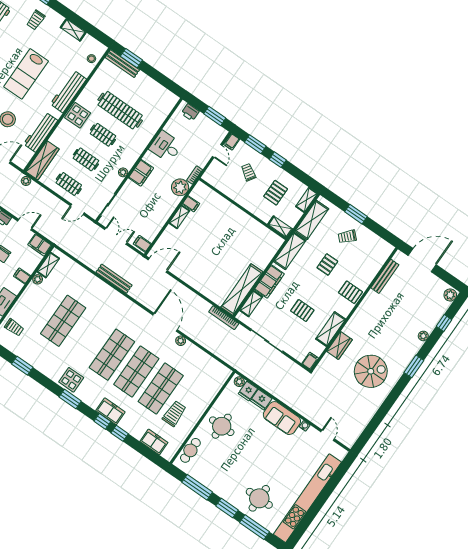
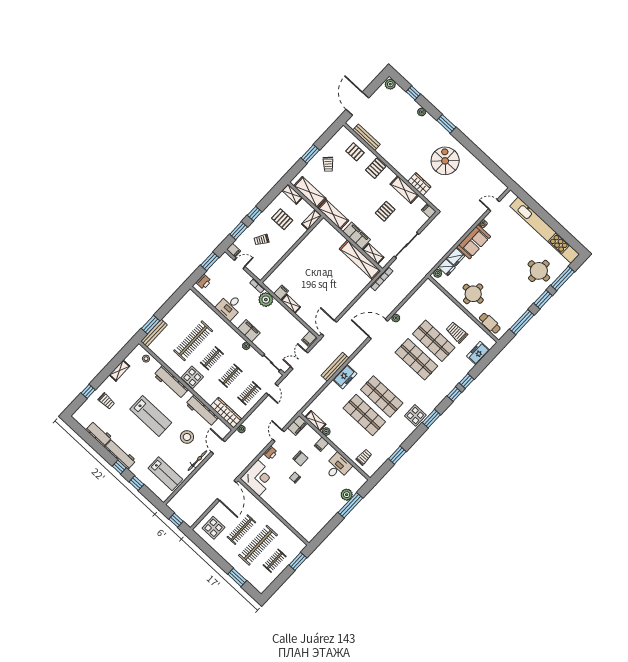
pallet: (327, 264) -> (355, 152), moved
shop shelf: (112, 355) -> (382, 396), moved
freezer: (110, 411) -> (345, 377), moved, turned 180

